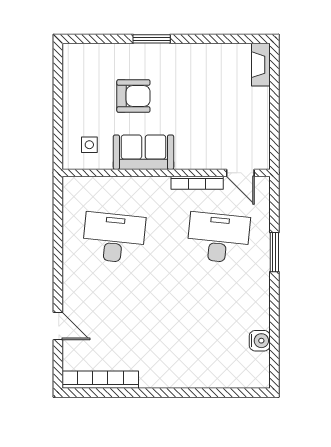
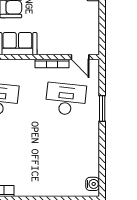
water cooler: (260, 341) -> (93, 184), moved

